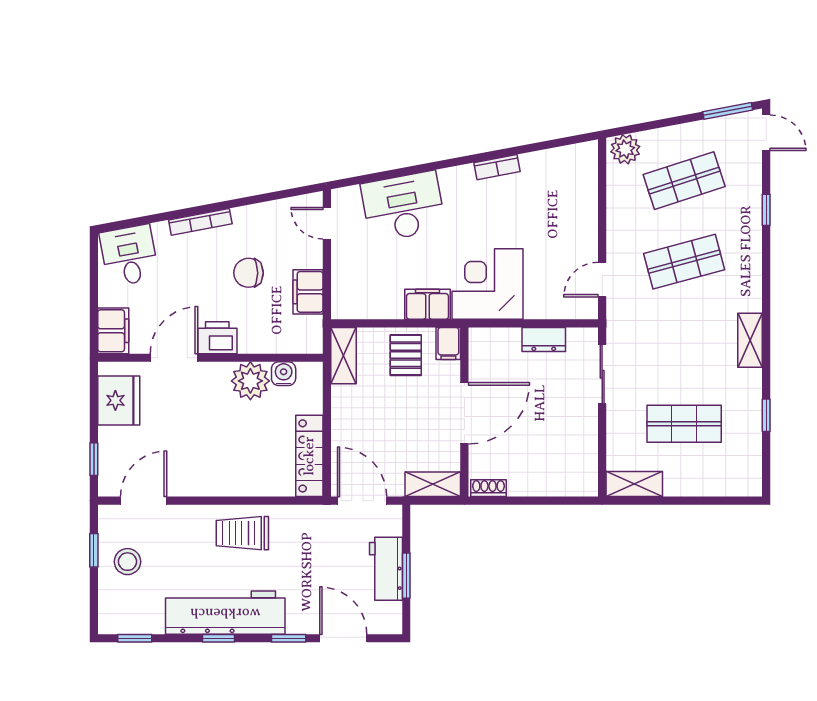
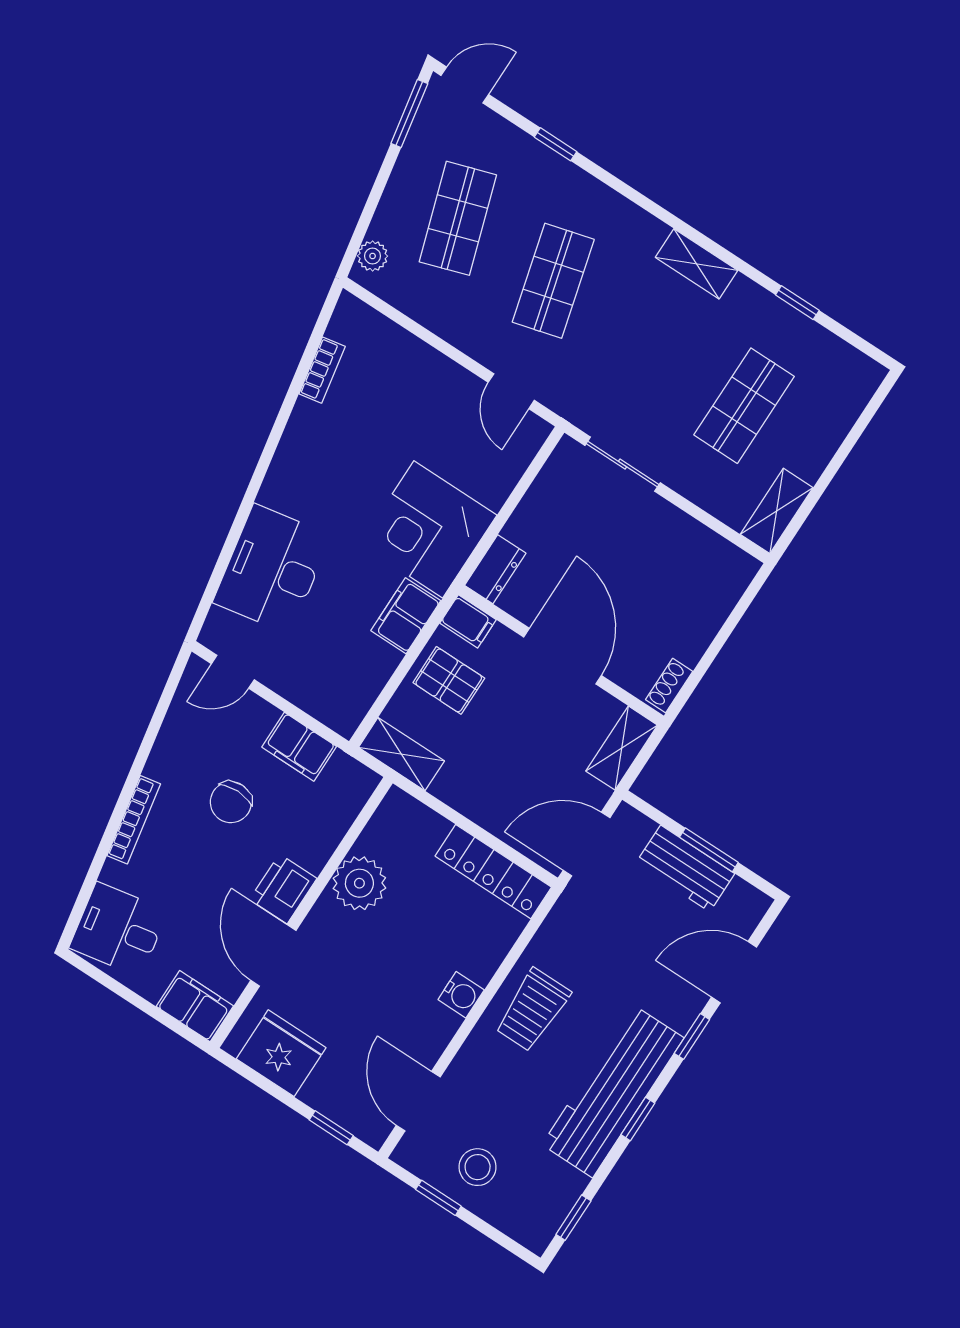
plant: (625, 149) -> (373, 256), width x0.73, depth x0.73
bookcase: (497, 167) -> (322, 370), moved
dresser: (544, 339) -> (495, 569), moved
water cooler: (284, 374) -> (461, 995), moved, turned 180

